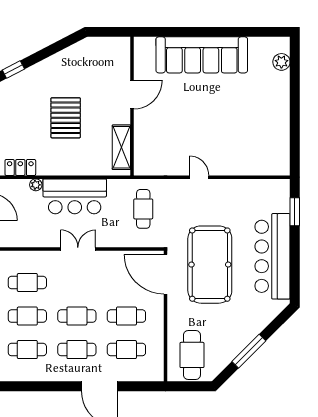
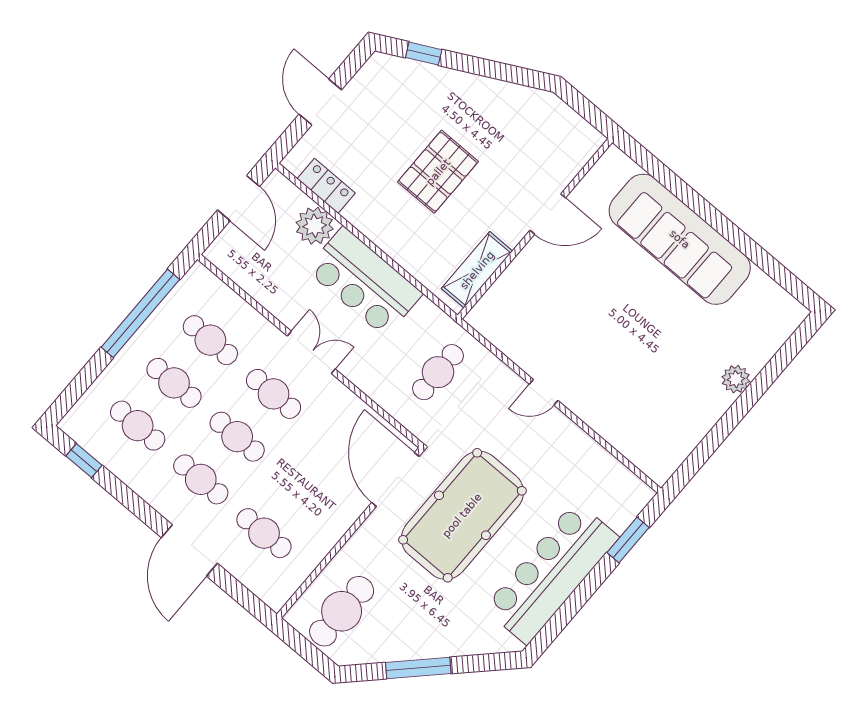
plant: (281, 62) -> (736, 379), moved
door: (199, 177) -> (544, 392), swing flipped
plant: (36, 185) -> (315, 226), width x1.87, depth x1.87
cafe table: (126, 316) -> (274, 394), moved
window: (16, 386) -> (84, 461), added

